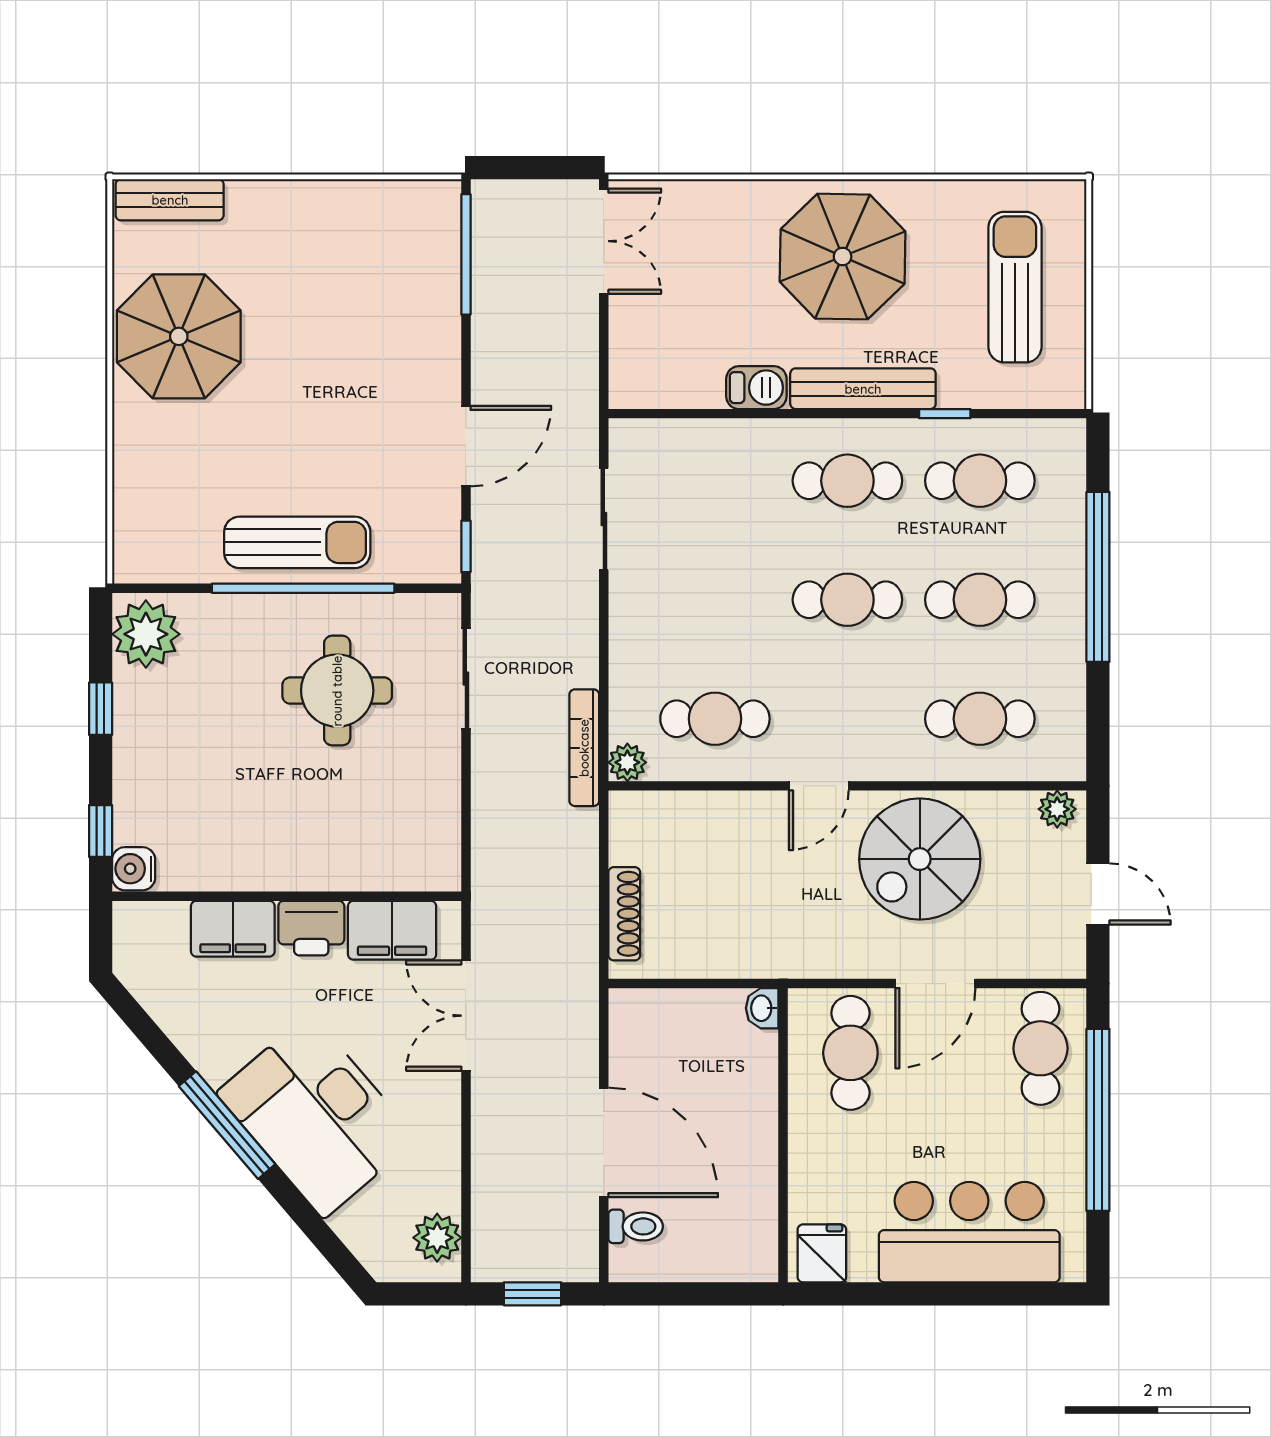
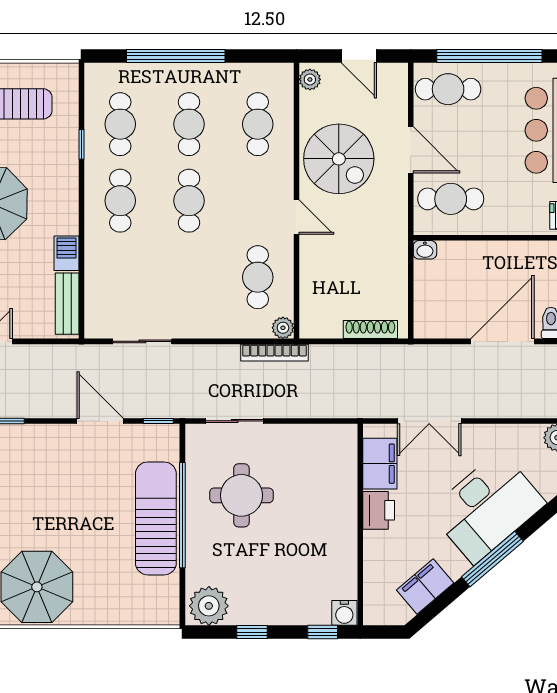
bench: (863, 389) -> (67, 304), moved, width x0.73
sun lounger: (297, 542) -> (156, 518), width x1.36, depth x1.34
door: (1098, 894) -> (359, 56), swing flipped
filing cabinet: (233, 929) -> (425, 587), moved, turned -130

